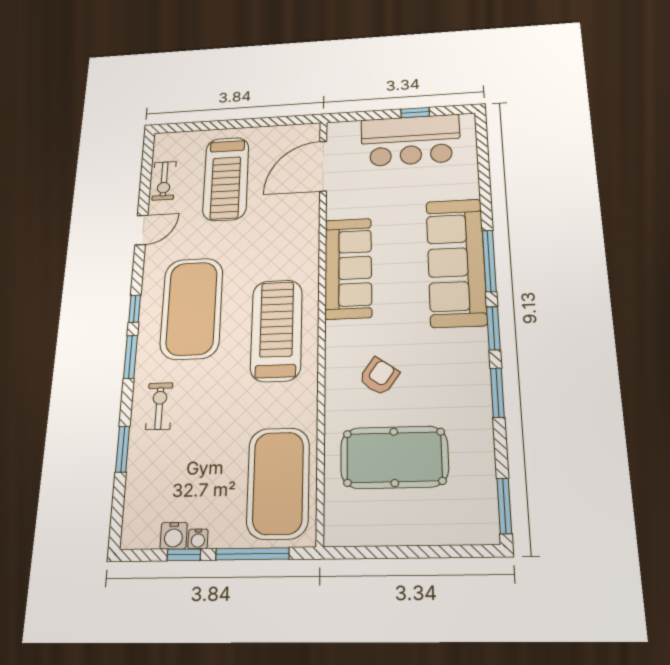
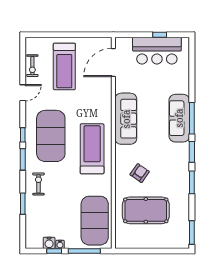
sofa: (456, 262) -> (179, 118), width x0.74, depth x0.79

